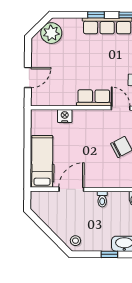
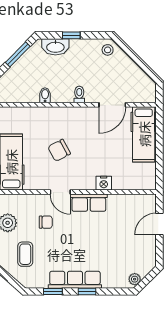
plant: (51, 33) -> (135, 279), width x0.53, depth x0.53
nightstand: (65, 116) -> (104, 183), moved

